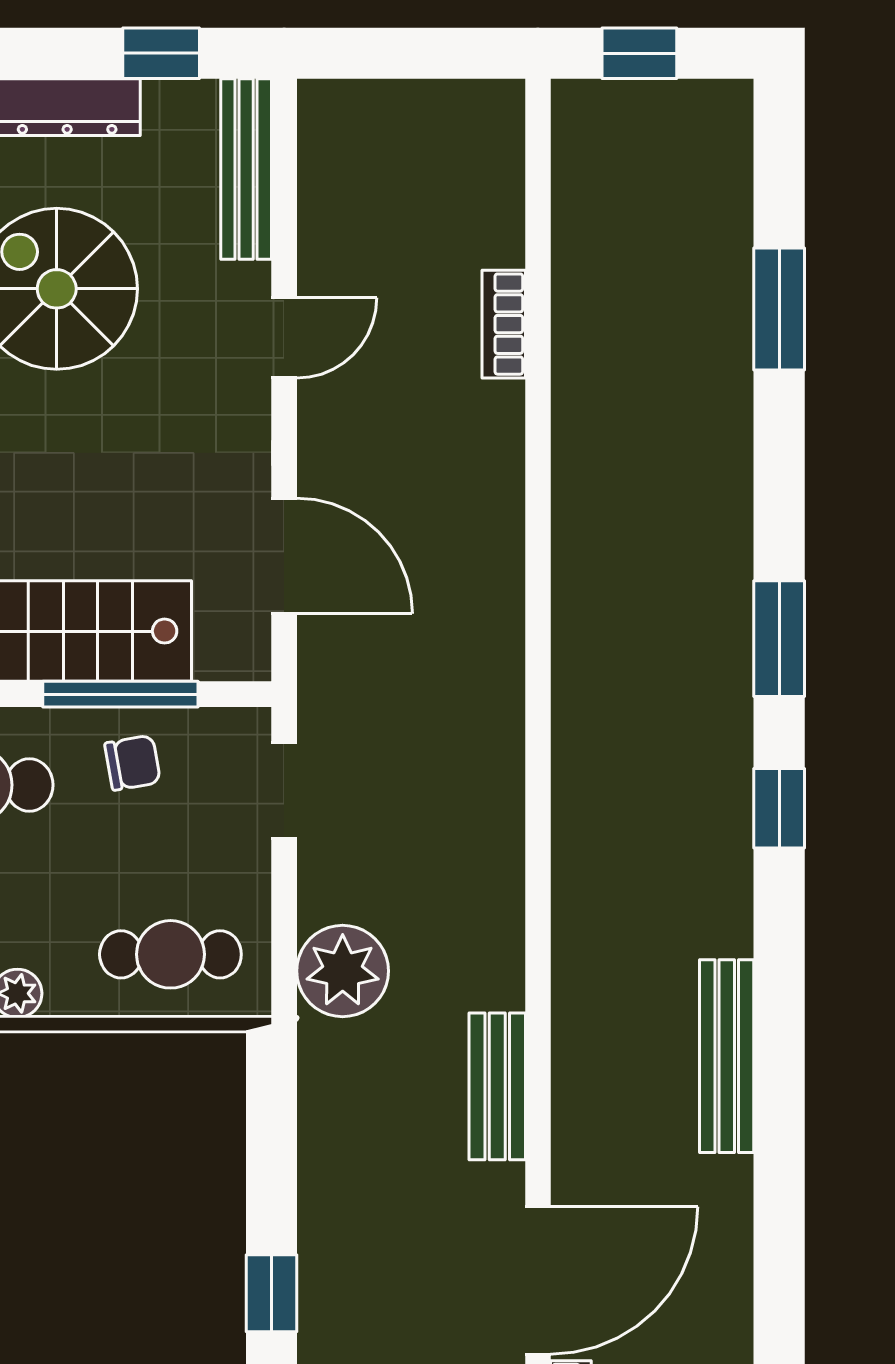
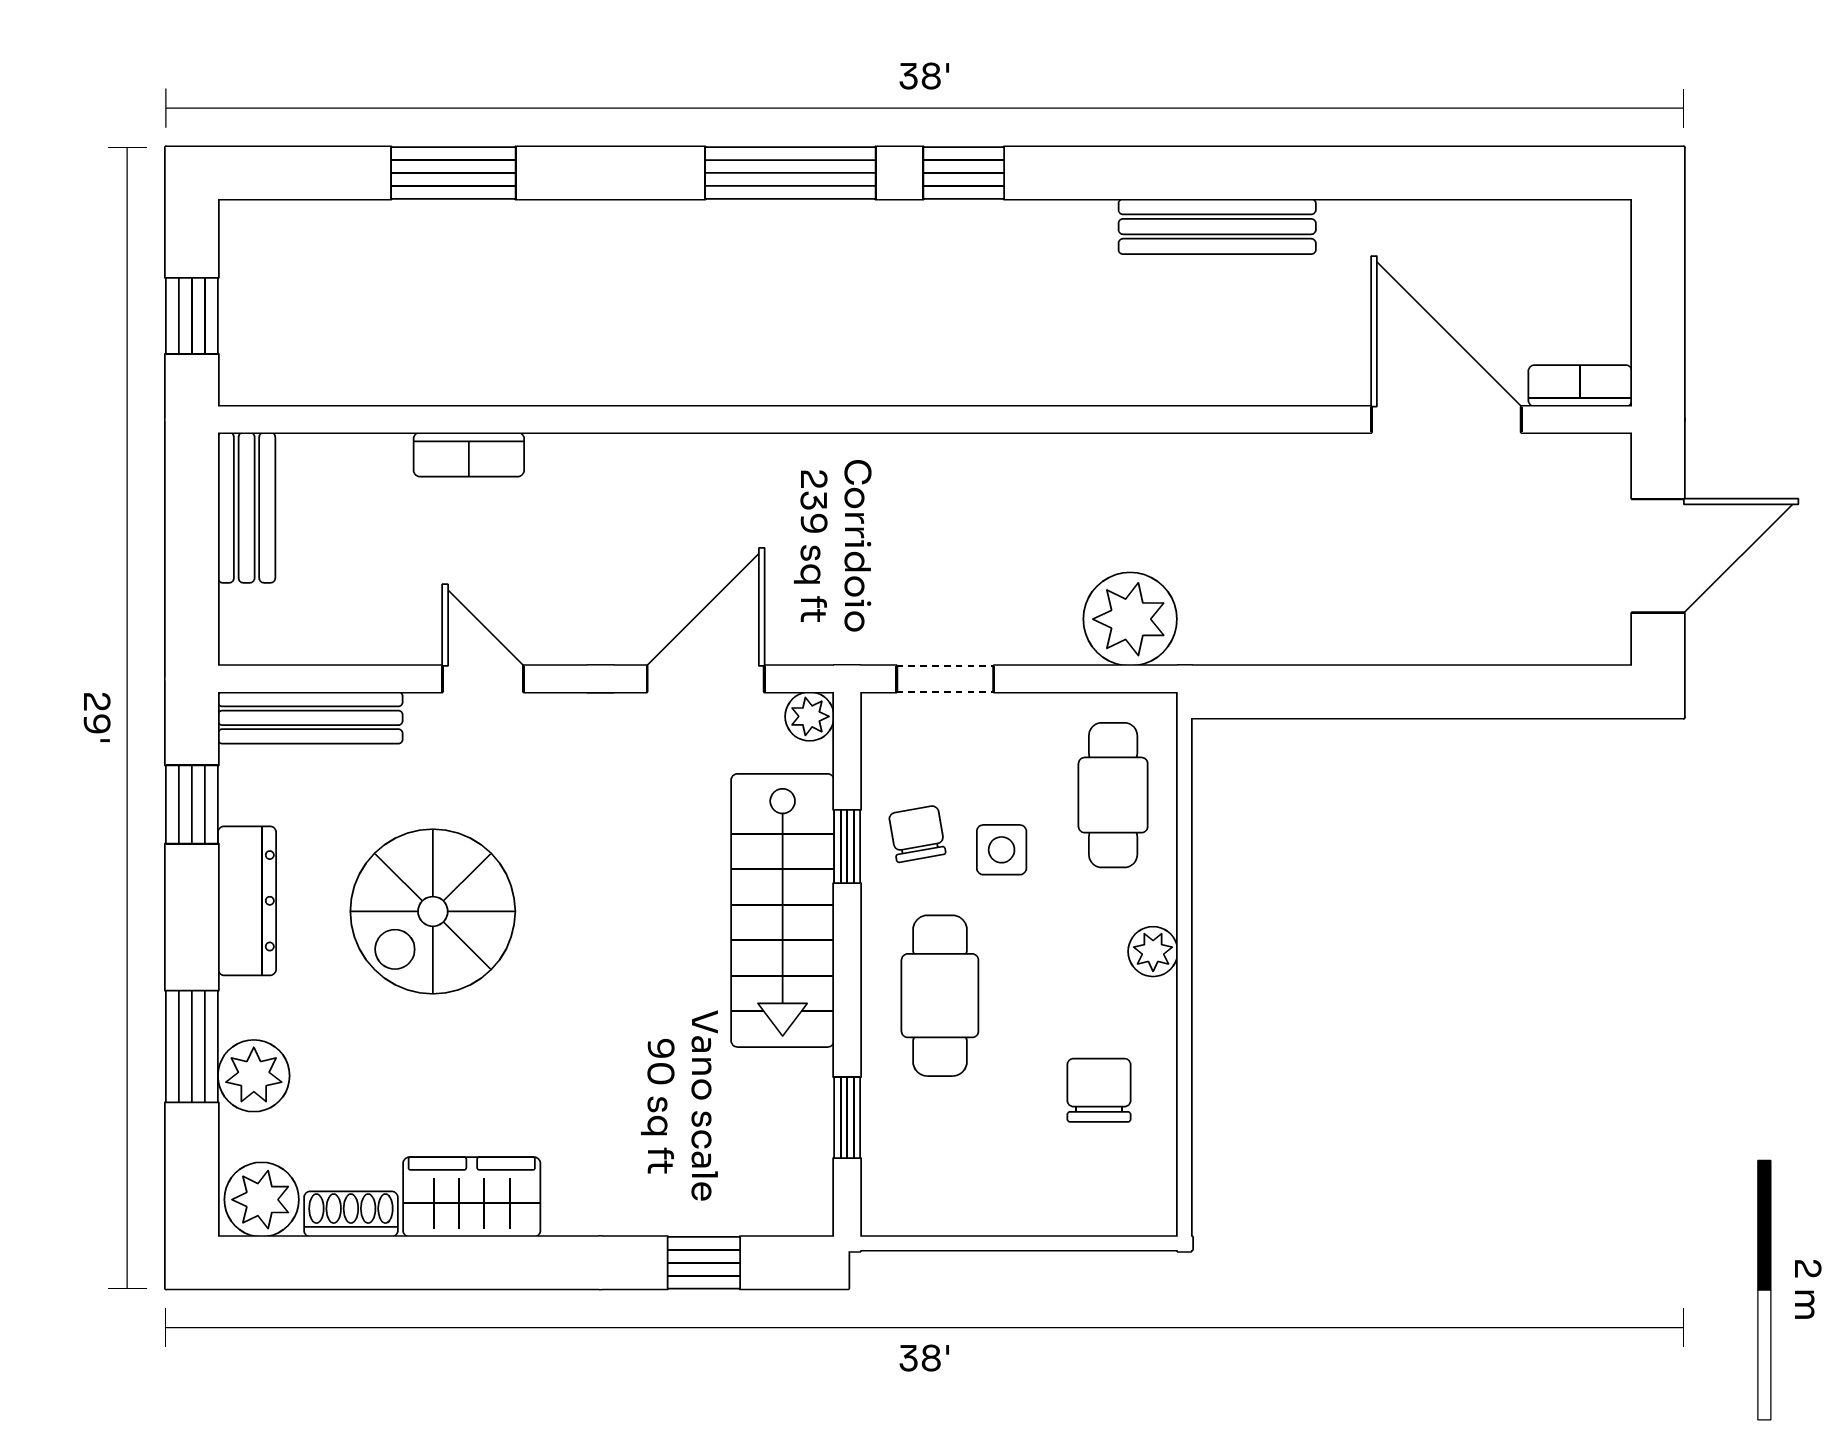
window: (779, 639) -> (790, 173), width x1.44
plant: (247, 657) -> (810, 716), added
window: (120, 694) -> (847, 846), width x0.46
side table: (117, 845) -> (1002, 850), added
bench: (497, 1086) -> (247, 508), moved, turned 90
window: (271, 1293) -> (1459, 692), removed

